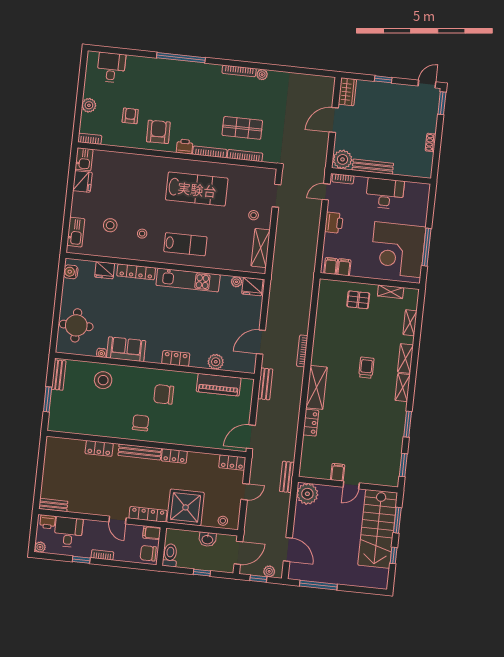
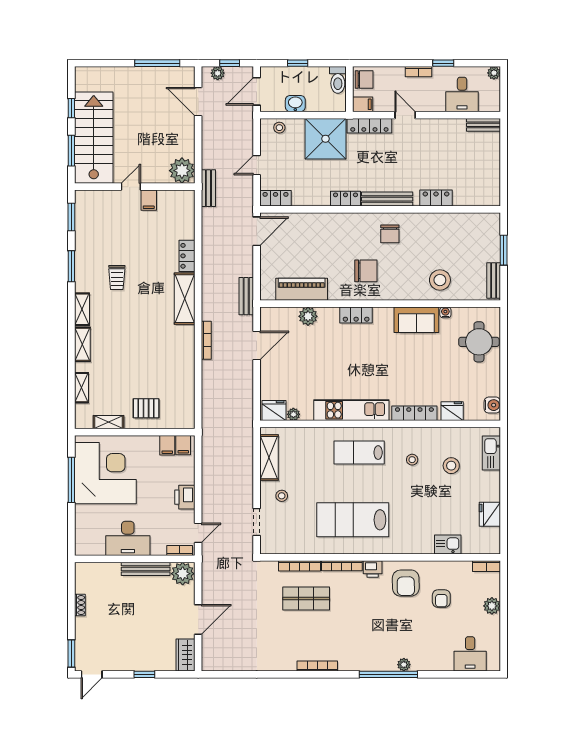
plant: (262, 75) -> (404, 665), moved
kitchen sink: (84, 159) -> (448, 545), moved, turned 90
trolley: (366, 368) -> (117, 278), moved
printer: (47, 522) -> (488, 104), removed

